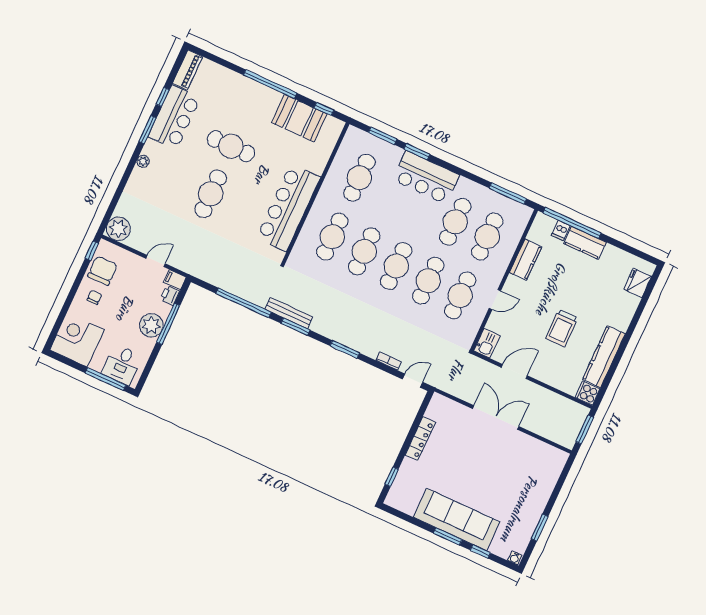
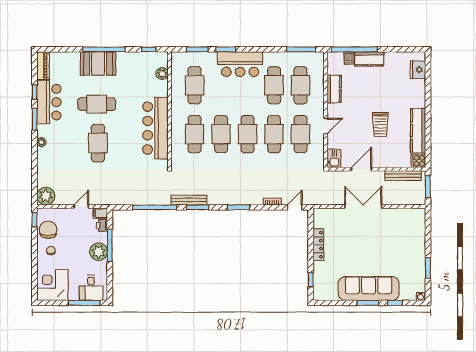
booth: (299, 118) -> (98, 63), moved
plant: (327, 146) -> (162, 74), added
bench: (561, 402) -> (403, 176), added

